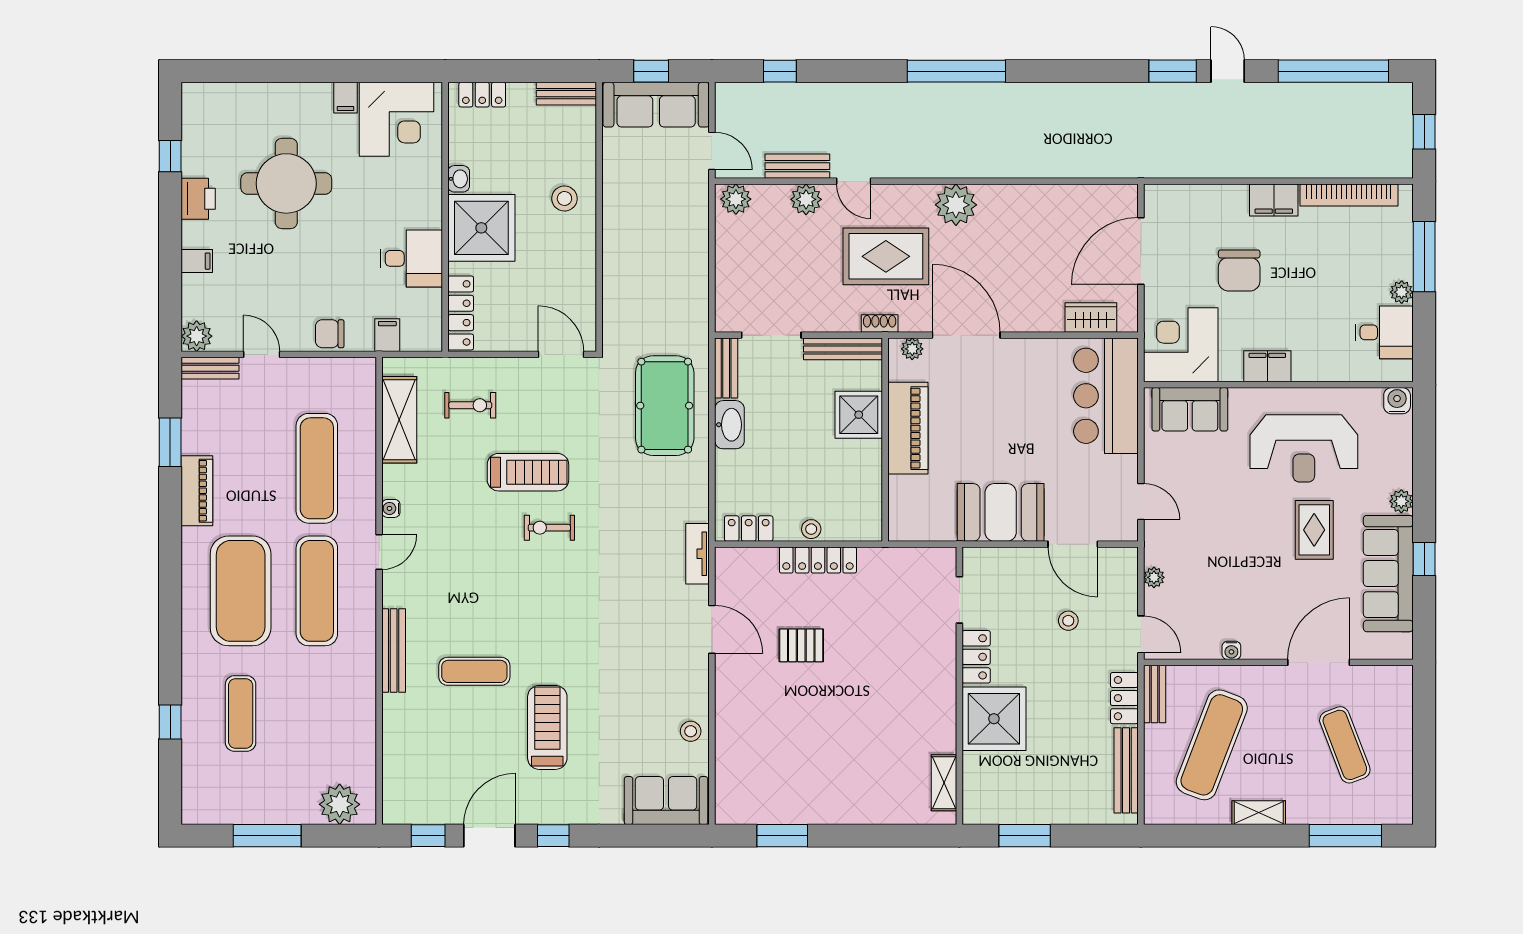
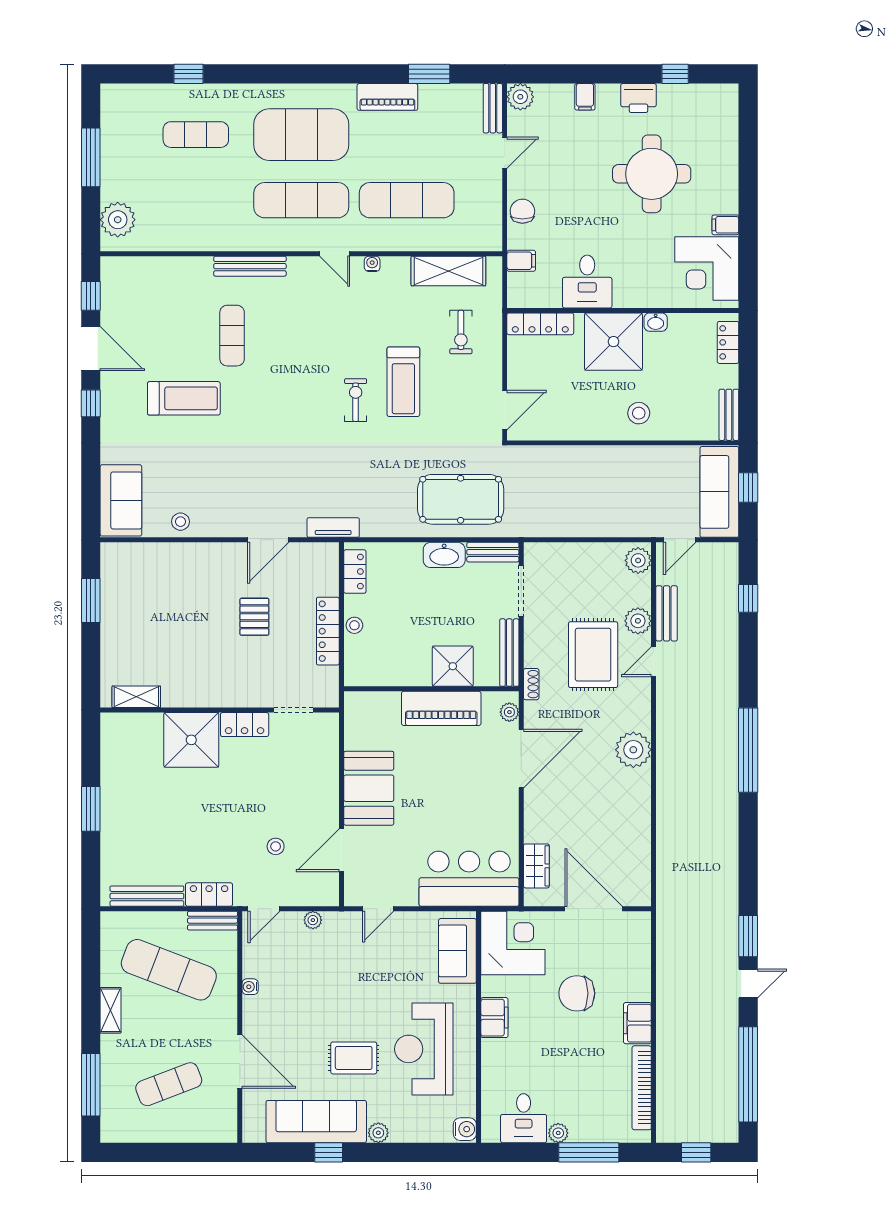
rug: (886, 256) -> (593, 655), moved
doorway: (959, 600) -> (294, 710), moved
locker: (976, 657) -> (245, 725), moved
wall: (959, 686) -> (220, 710), moved
shower: (994, 719) -> (191, 740), moved
shelving: (944, 783) -> (136, 697), moved

